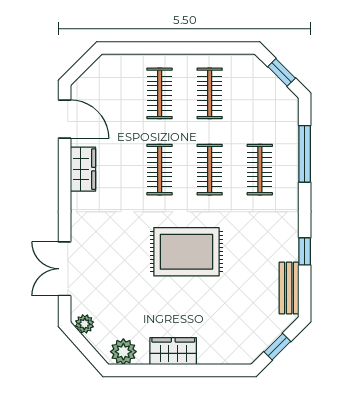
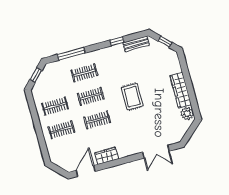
rug: (186, 252) -> (132, 97), width x0.73, depth x0.70
plant: (84, 324) -> (179, 135), removed
wardrobe: (173, 351) -> (181, 90), width x1.50

